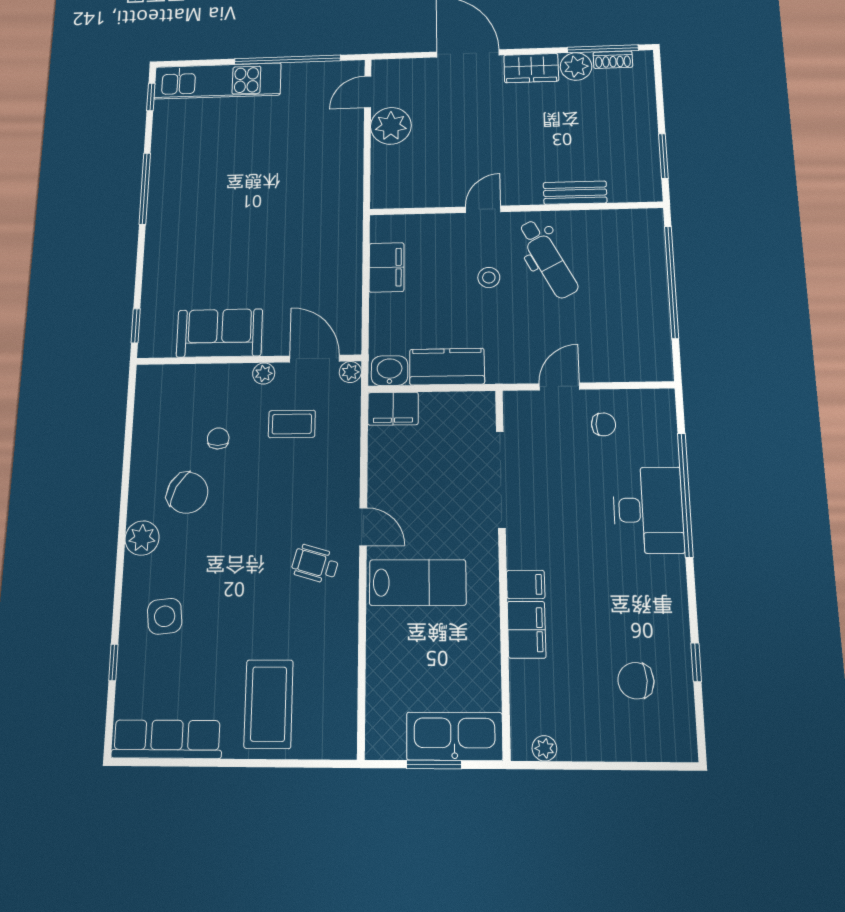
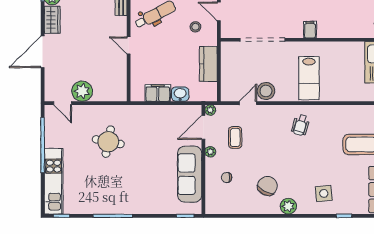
round table: (290, 176) -> (108, 142), added
stool: (489, 277) -> (195, 27), moved
sofa: (219, 333) -> (190, 174), width x1.36
washbasin: (389, 371) -> (180, 94), moved, turned 90
filing cabinet: (393, 409) -> (228, 90), removed
chair: (218, 438) -> (227, 177), moved
stool: (390, 488) -> (266, 91), added
door: (363, 527) -> (248, 103), moved
lab bench: (418, 582) -> (309, 78), turned 180
filing cabinet: (527, 630) -> (330, 30), removed

